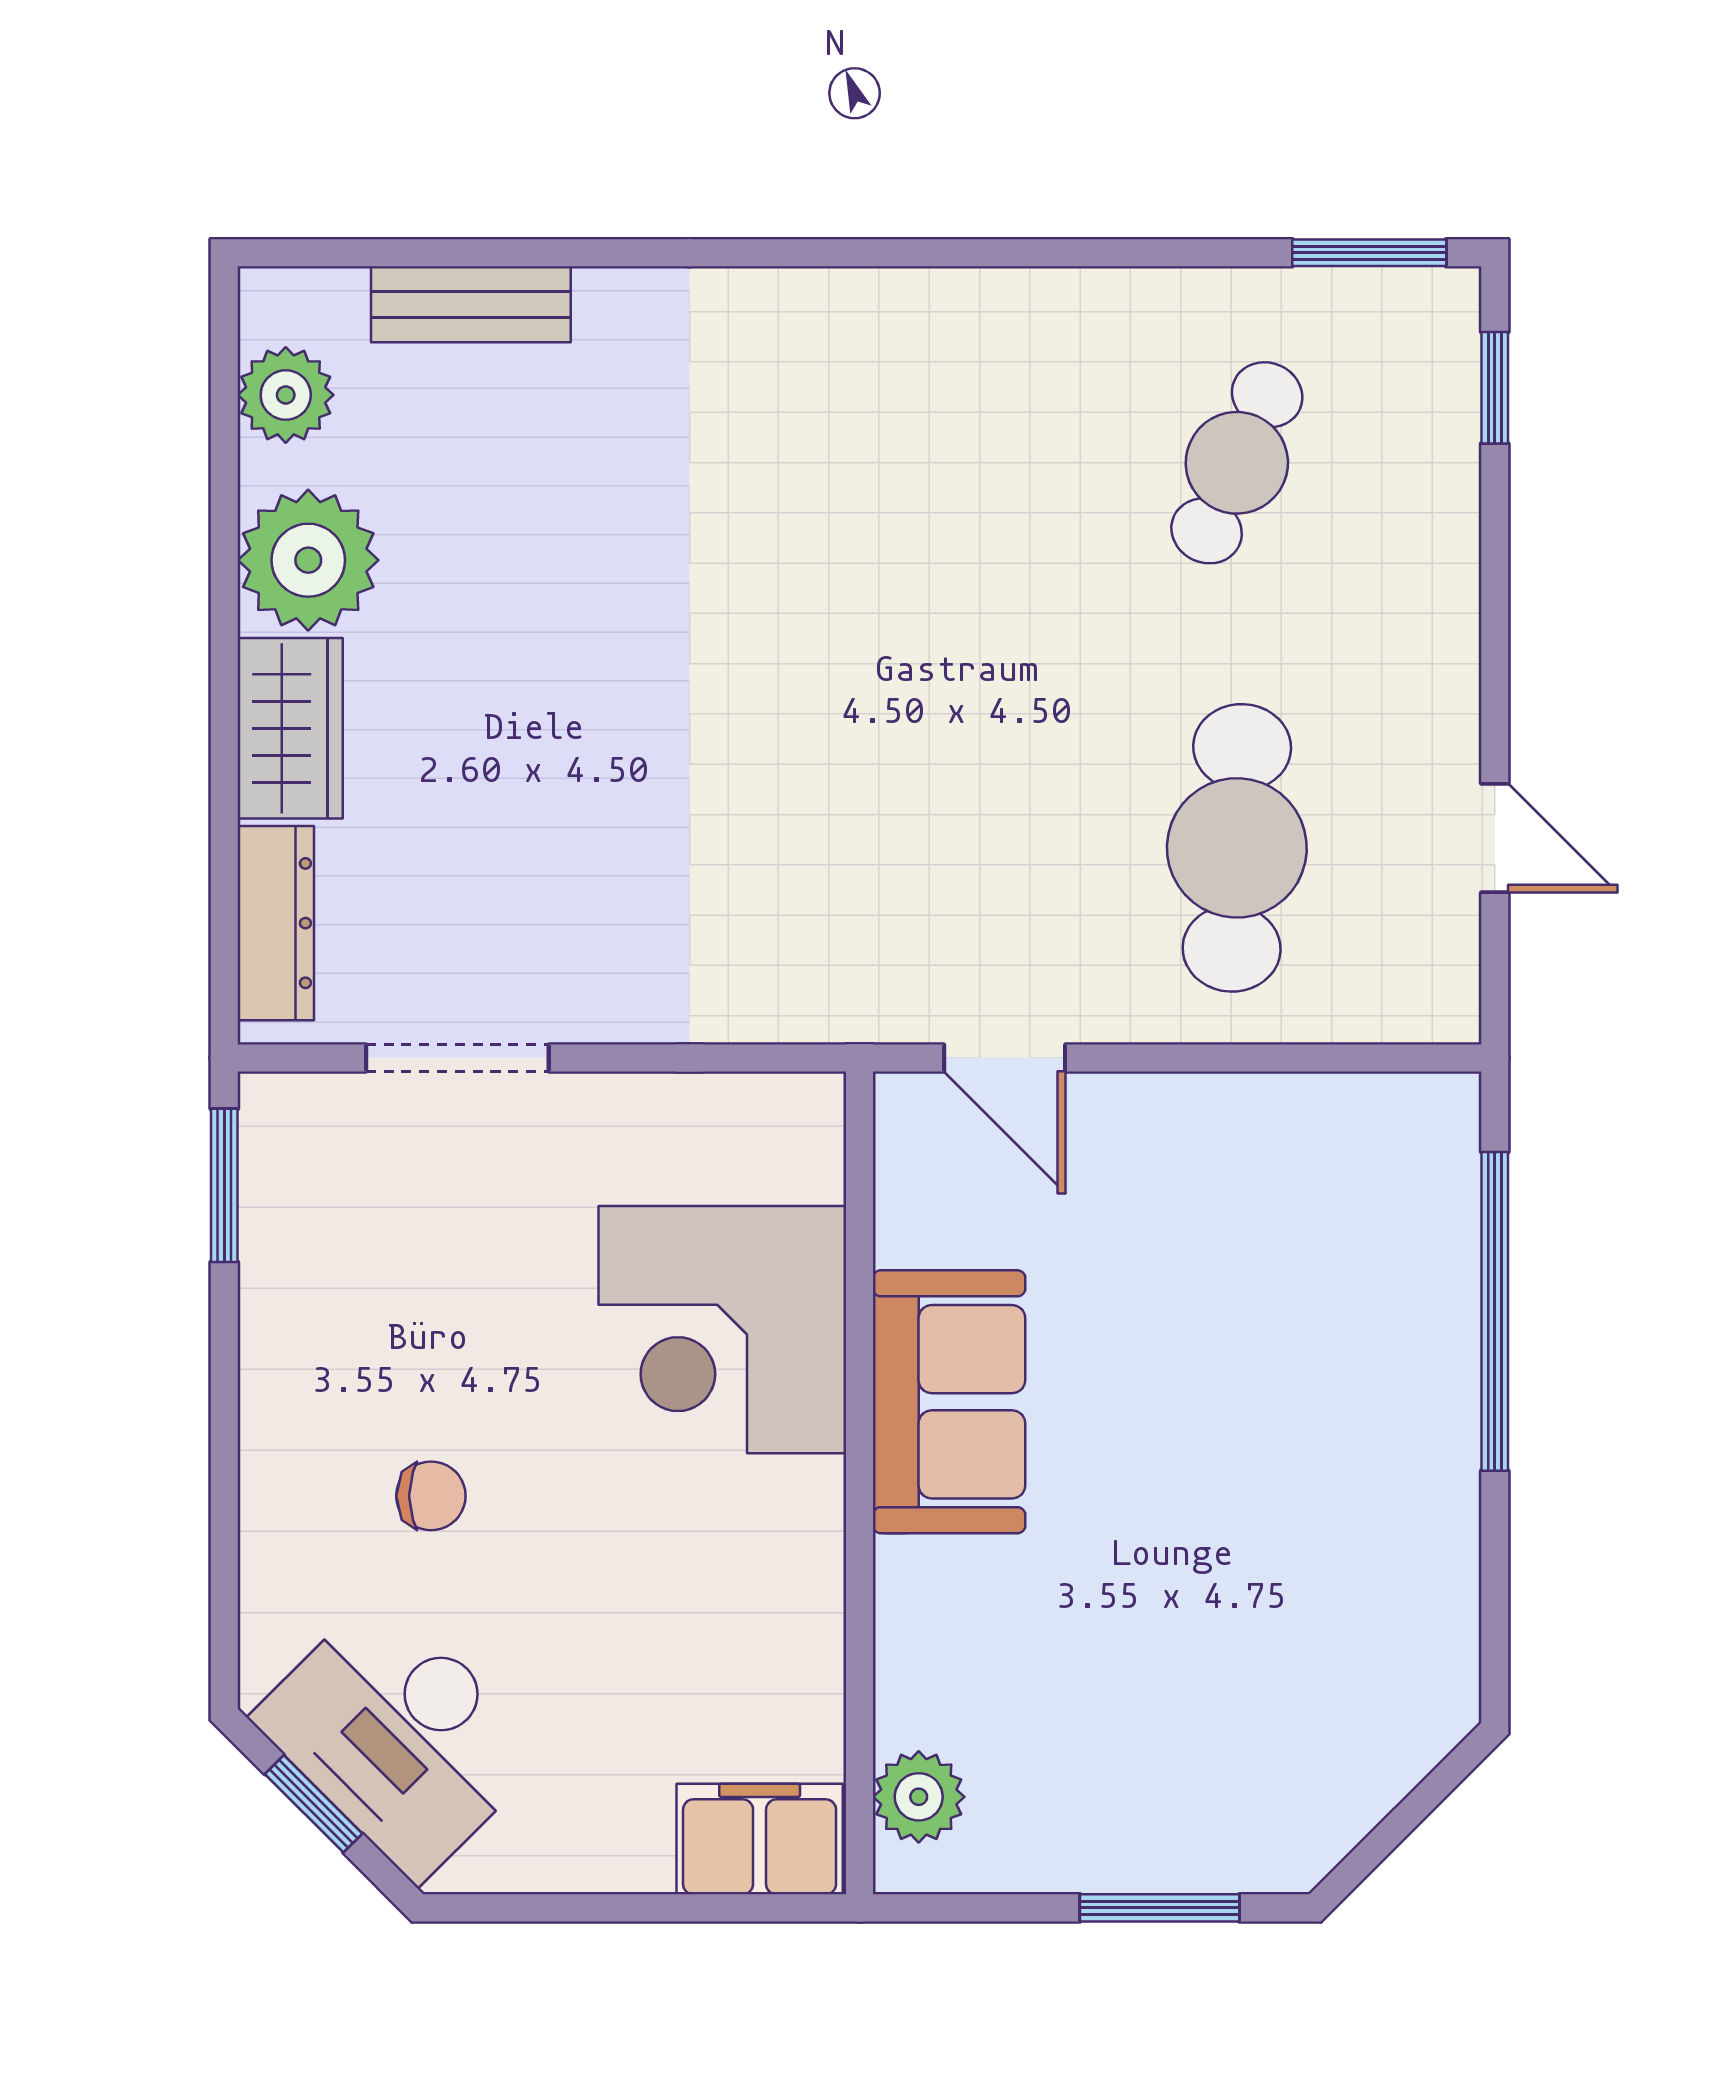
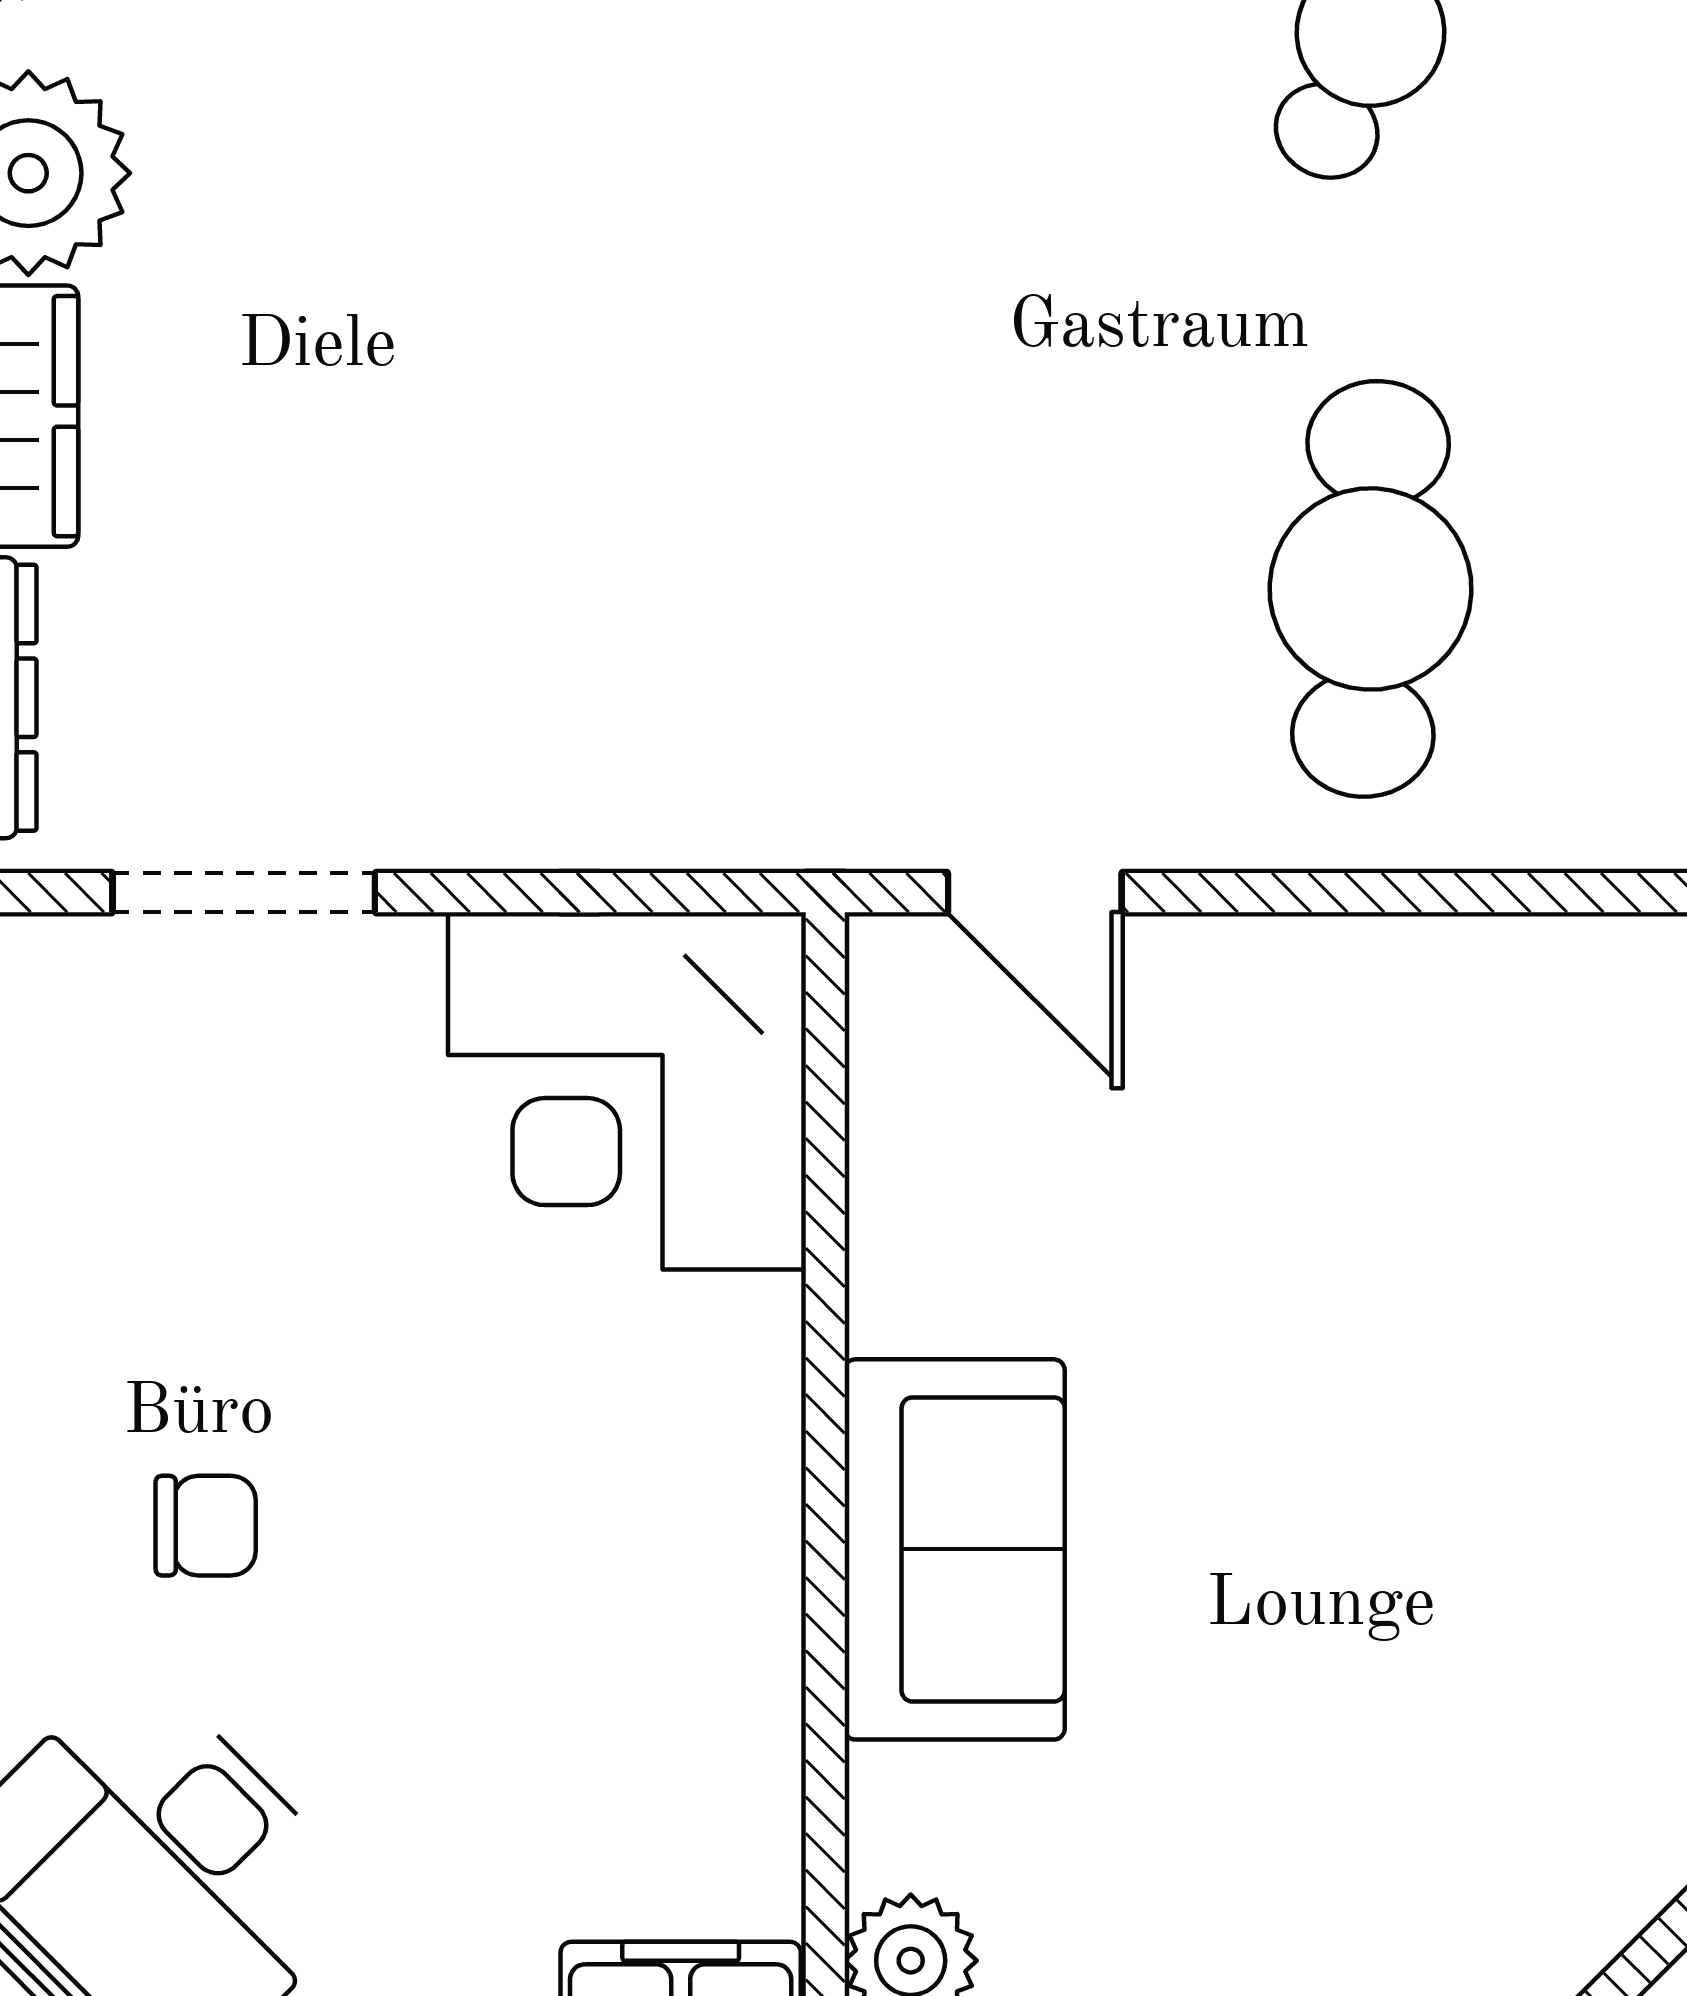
corner desk: (722, 1330) -> (627, 1091), moved
sofa: (949, 1402) -> (955, 1549), moved

